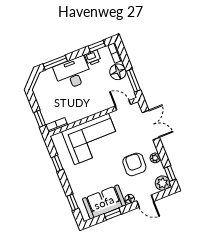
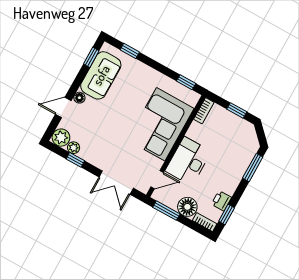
desk: (73, 73) -> (188, 161), moved, turned 180
window: (40, 119) -> (237, 110), moved
plant: (155, 158) -> (74, 148), moved
window: (57, 163) -> (186, 82), moved
armchair: (134, 164) -> (101, 133), removed
window: (170, 174) -> (75, 160), moved
window: (113, 214) -> (91, 57), moved

